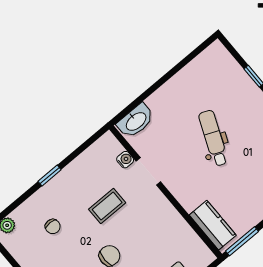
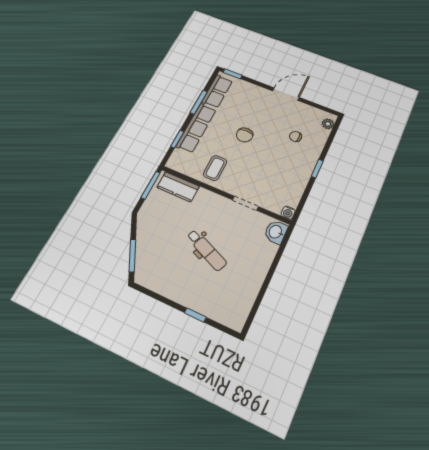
washbasin: (136, 121) -> (276, 232), width x0.72
water cooler: (125, 160) -> (288, 213), moved
coffee table: (107, 206) -> (215, 168), moved

